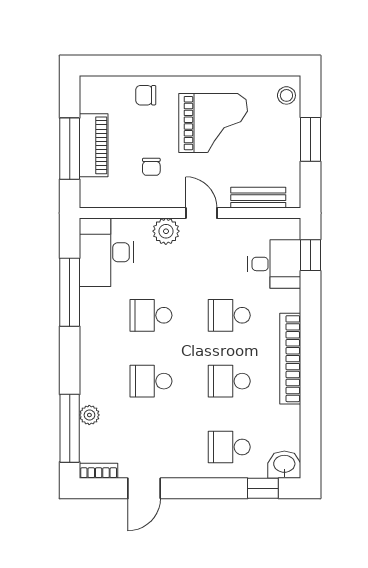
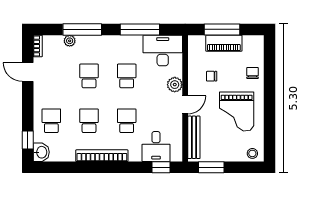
window: (310, 139) -> (211, 167), moved
bench: (258, 198) -> (194, 137), width x1.36
window: (70, 428) -> (82, 29), moved

